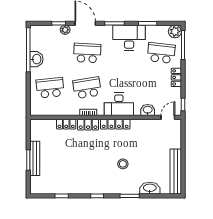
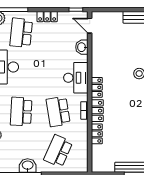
school desk: (50, 88) -> (58, 151), turned 30
locker: (115, 124) -> (97, 87), width x0.66

